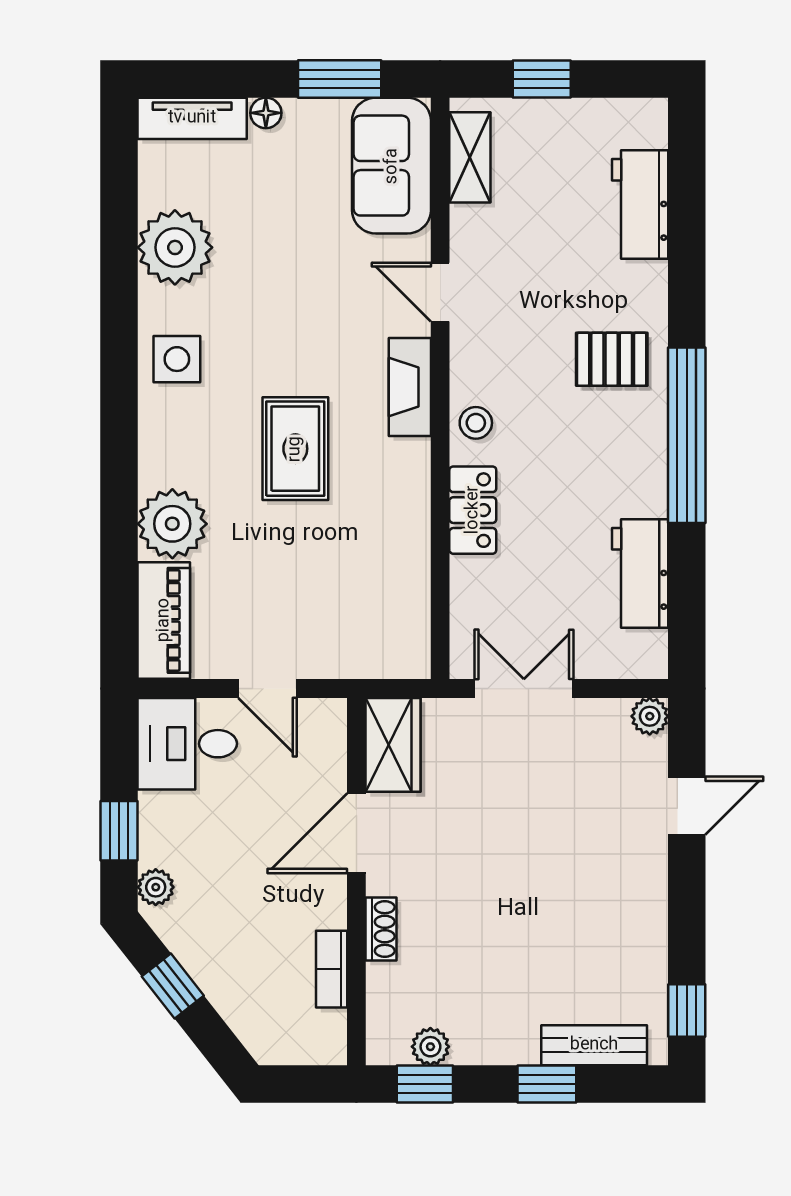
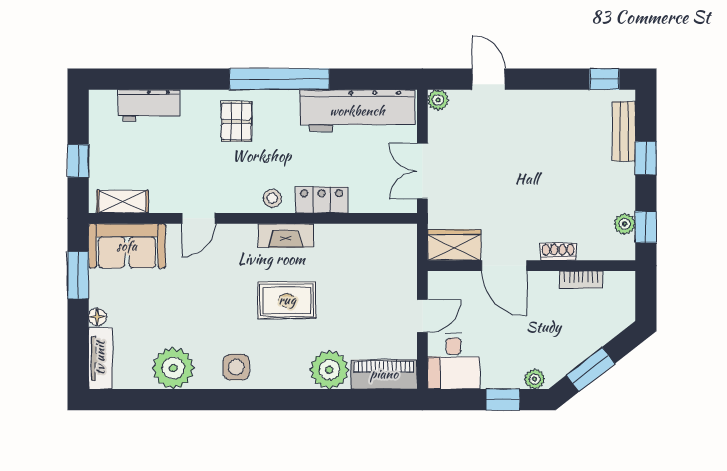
fireplace: (410, 387) -> (286, 235), moved
workbench: (640, 574) -> (357, 111), width x1.88, depth x1.32
window: (173, 986) -> (591, 369), width x1.50

